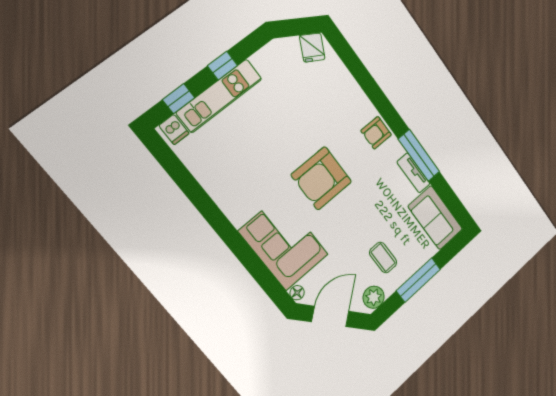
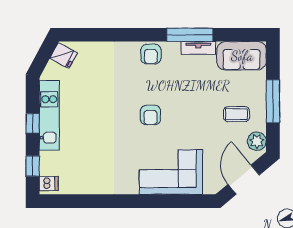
kitchen unit: (219, 96) -> (49, 115), moved
armchair: (321, 178) -> (151, 115), width x0.53, depth x0.53
floor lamp: (297, 293) -> (210, 189), removed

